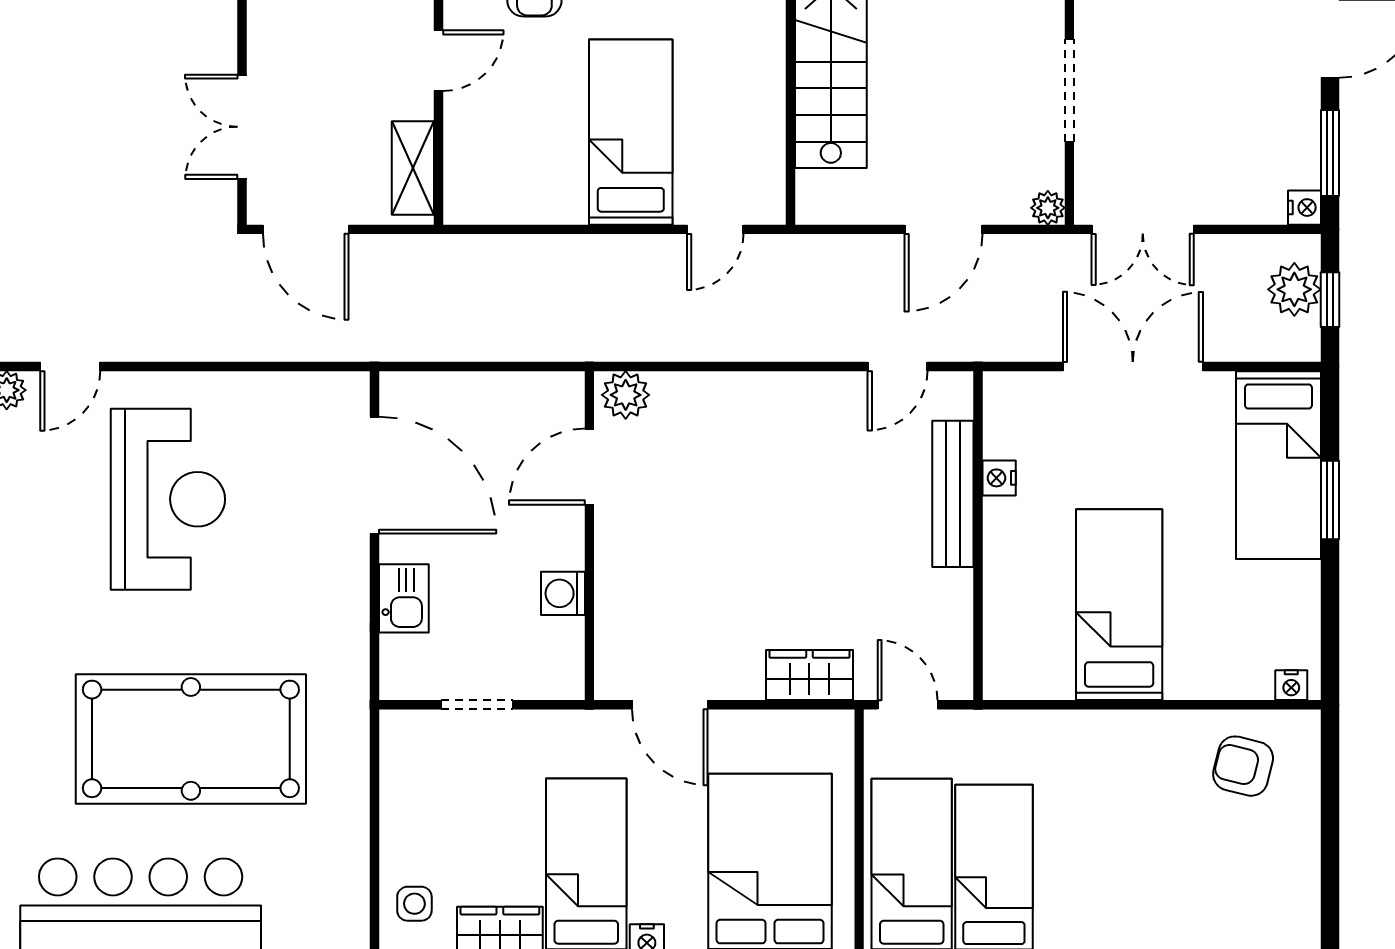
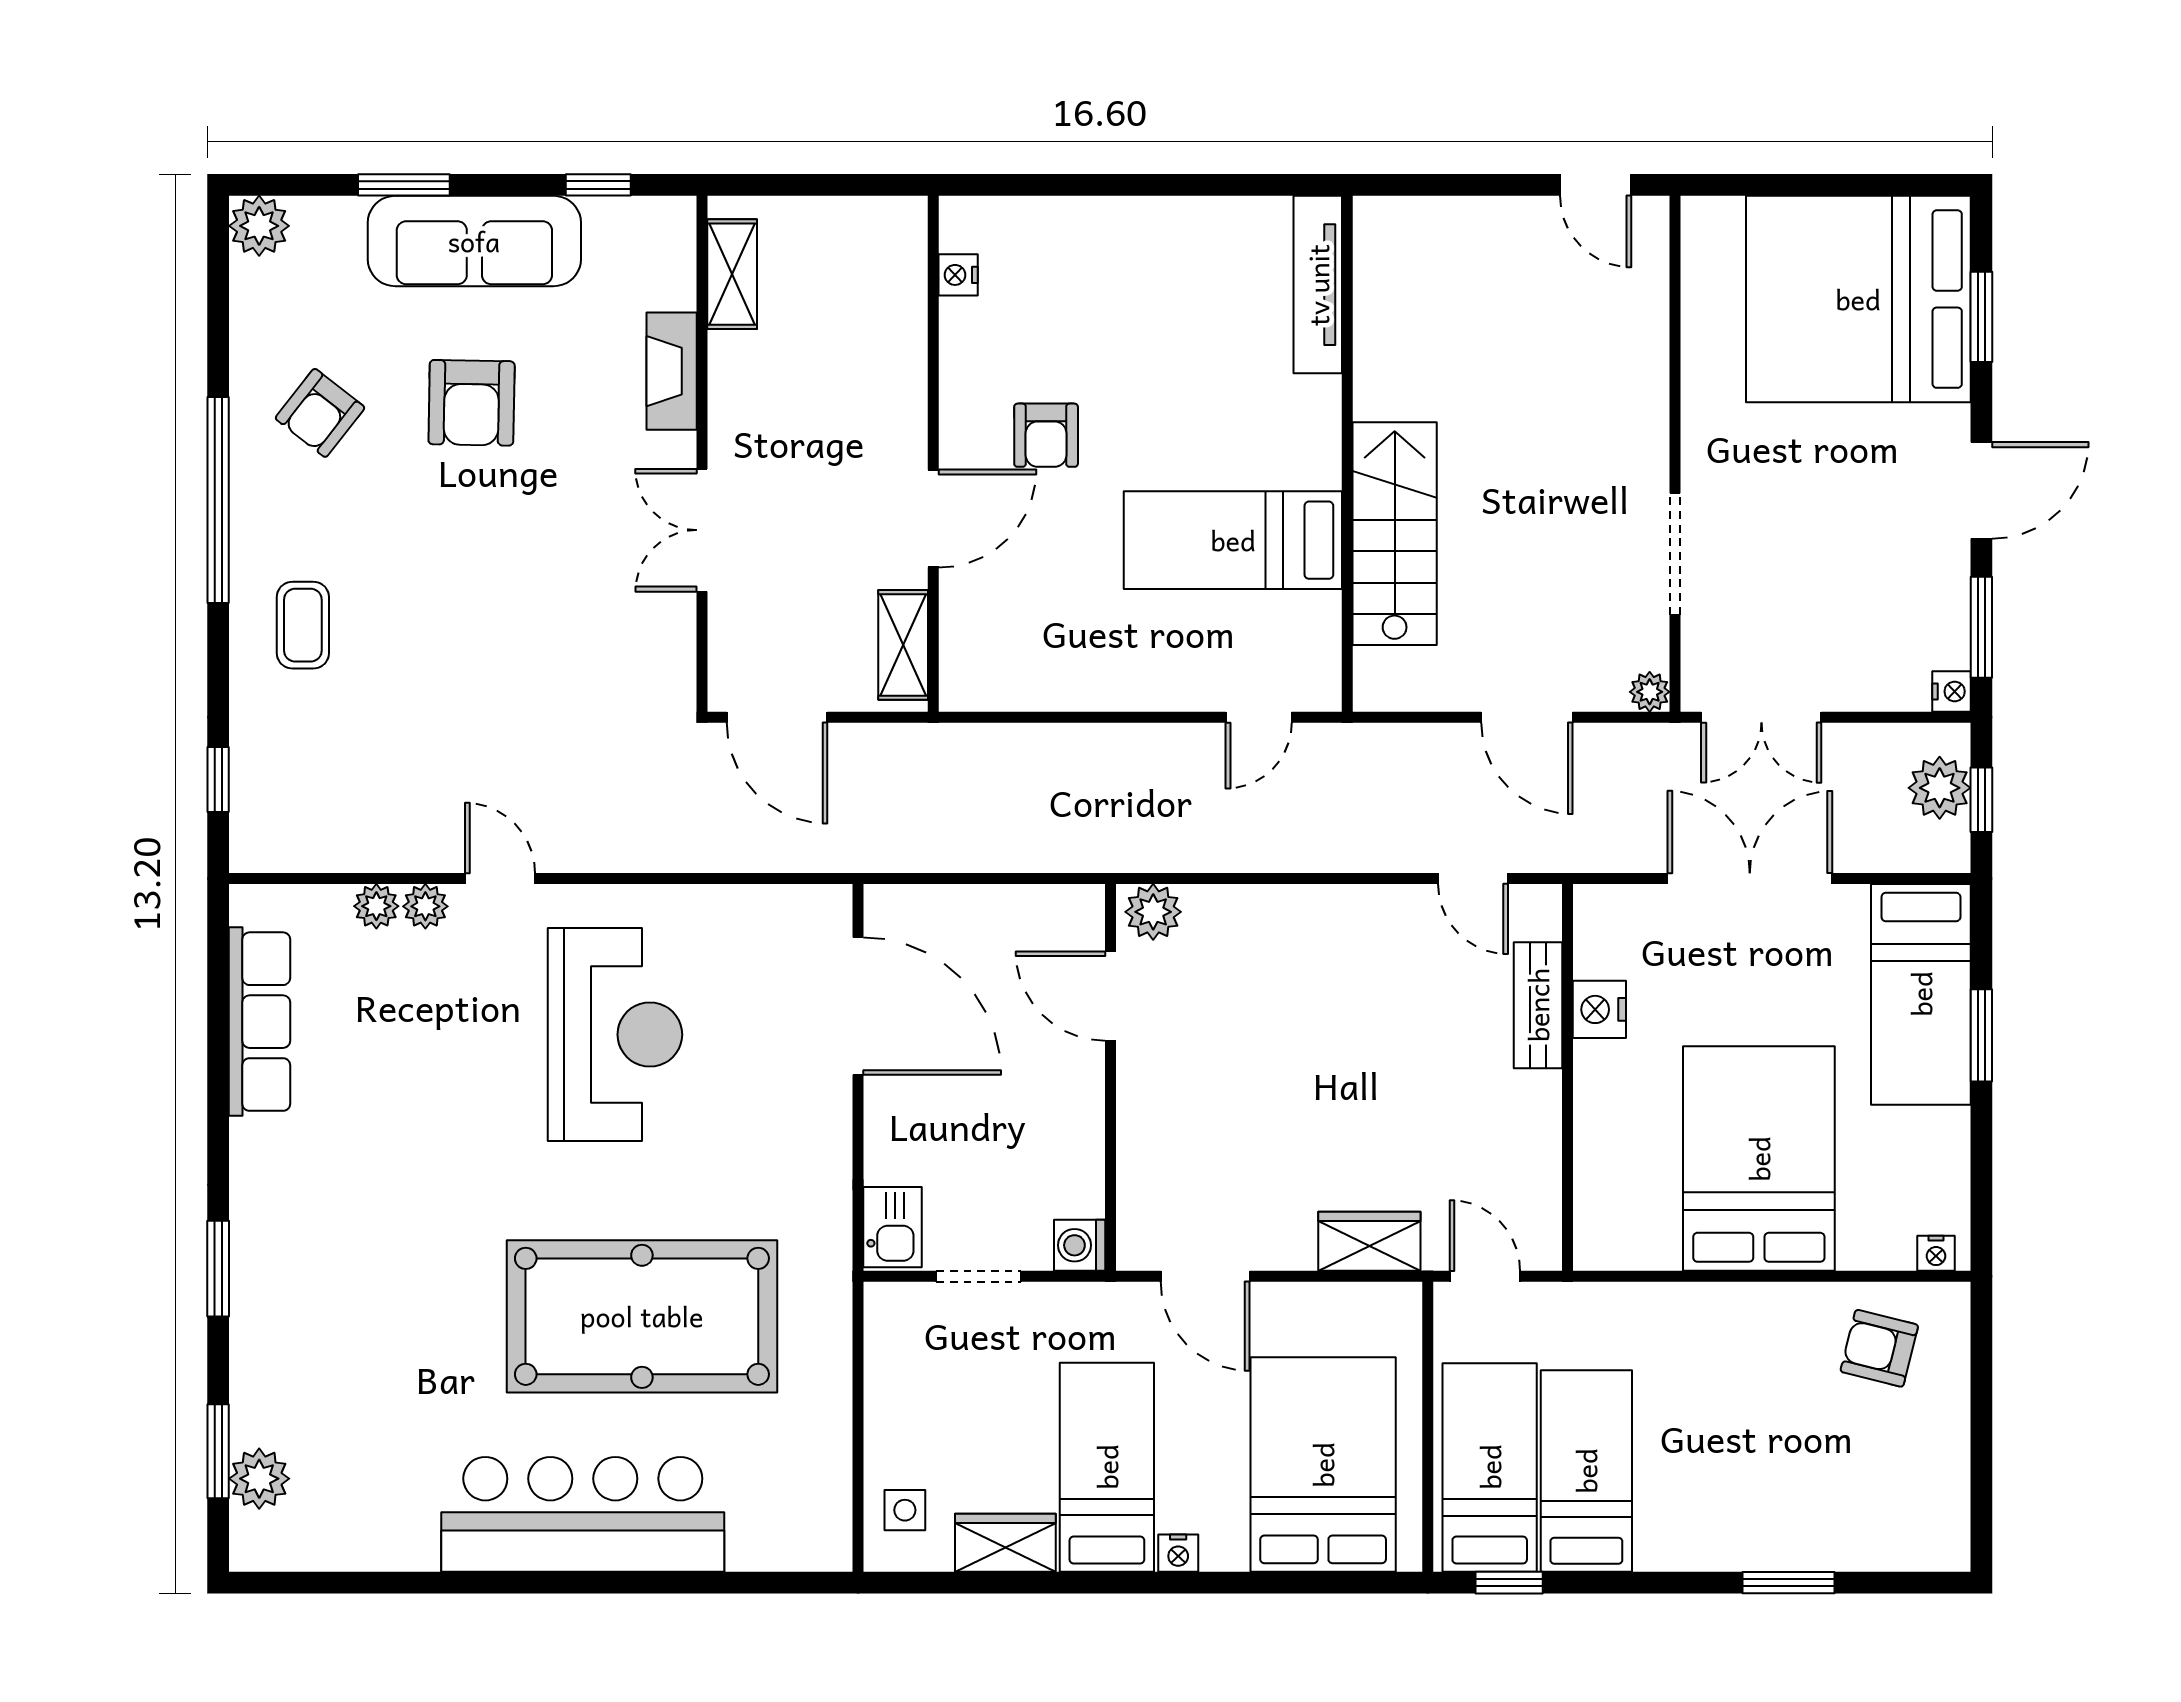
door: (439, 61) -> (933, 519), width x1.38
double door: (242, 127) -> (702, 530), moved
bed: (631, 132) -> (1233, 540), moved, turned -90
door: (943, 229) -> (1527, 717), hinge flipped
door: (70, 367) -> (500, 878), swing flipped
door: (898, 367) -> (1473, 878), hinge flipped
door: (589, 467) -> (1111, 996), hinge flipped
nightstand: (999, 478) -> (1599, 1009), width x1.39, depth x1.35
bench: (953, 494) -> (1538, 1005), width x0.73
washing machine: (563, 593) -> (1080, 1245), moved
kitchen sink: (404, 598) -> (892, 1227), moved
bed: (1119, 605) -> (1759, 1159), width x1.50

